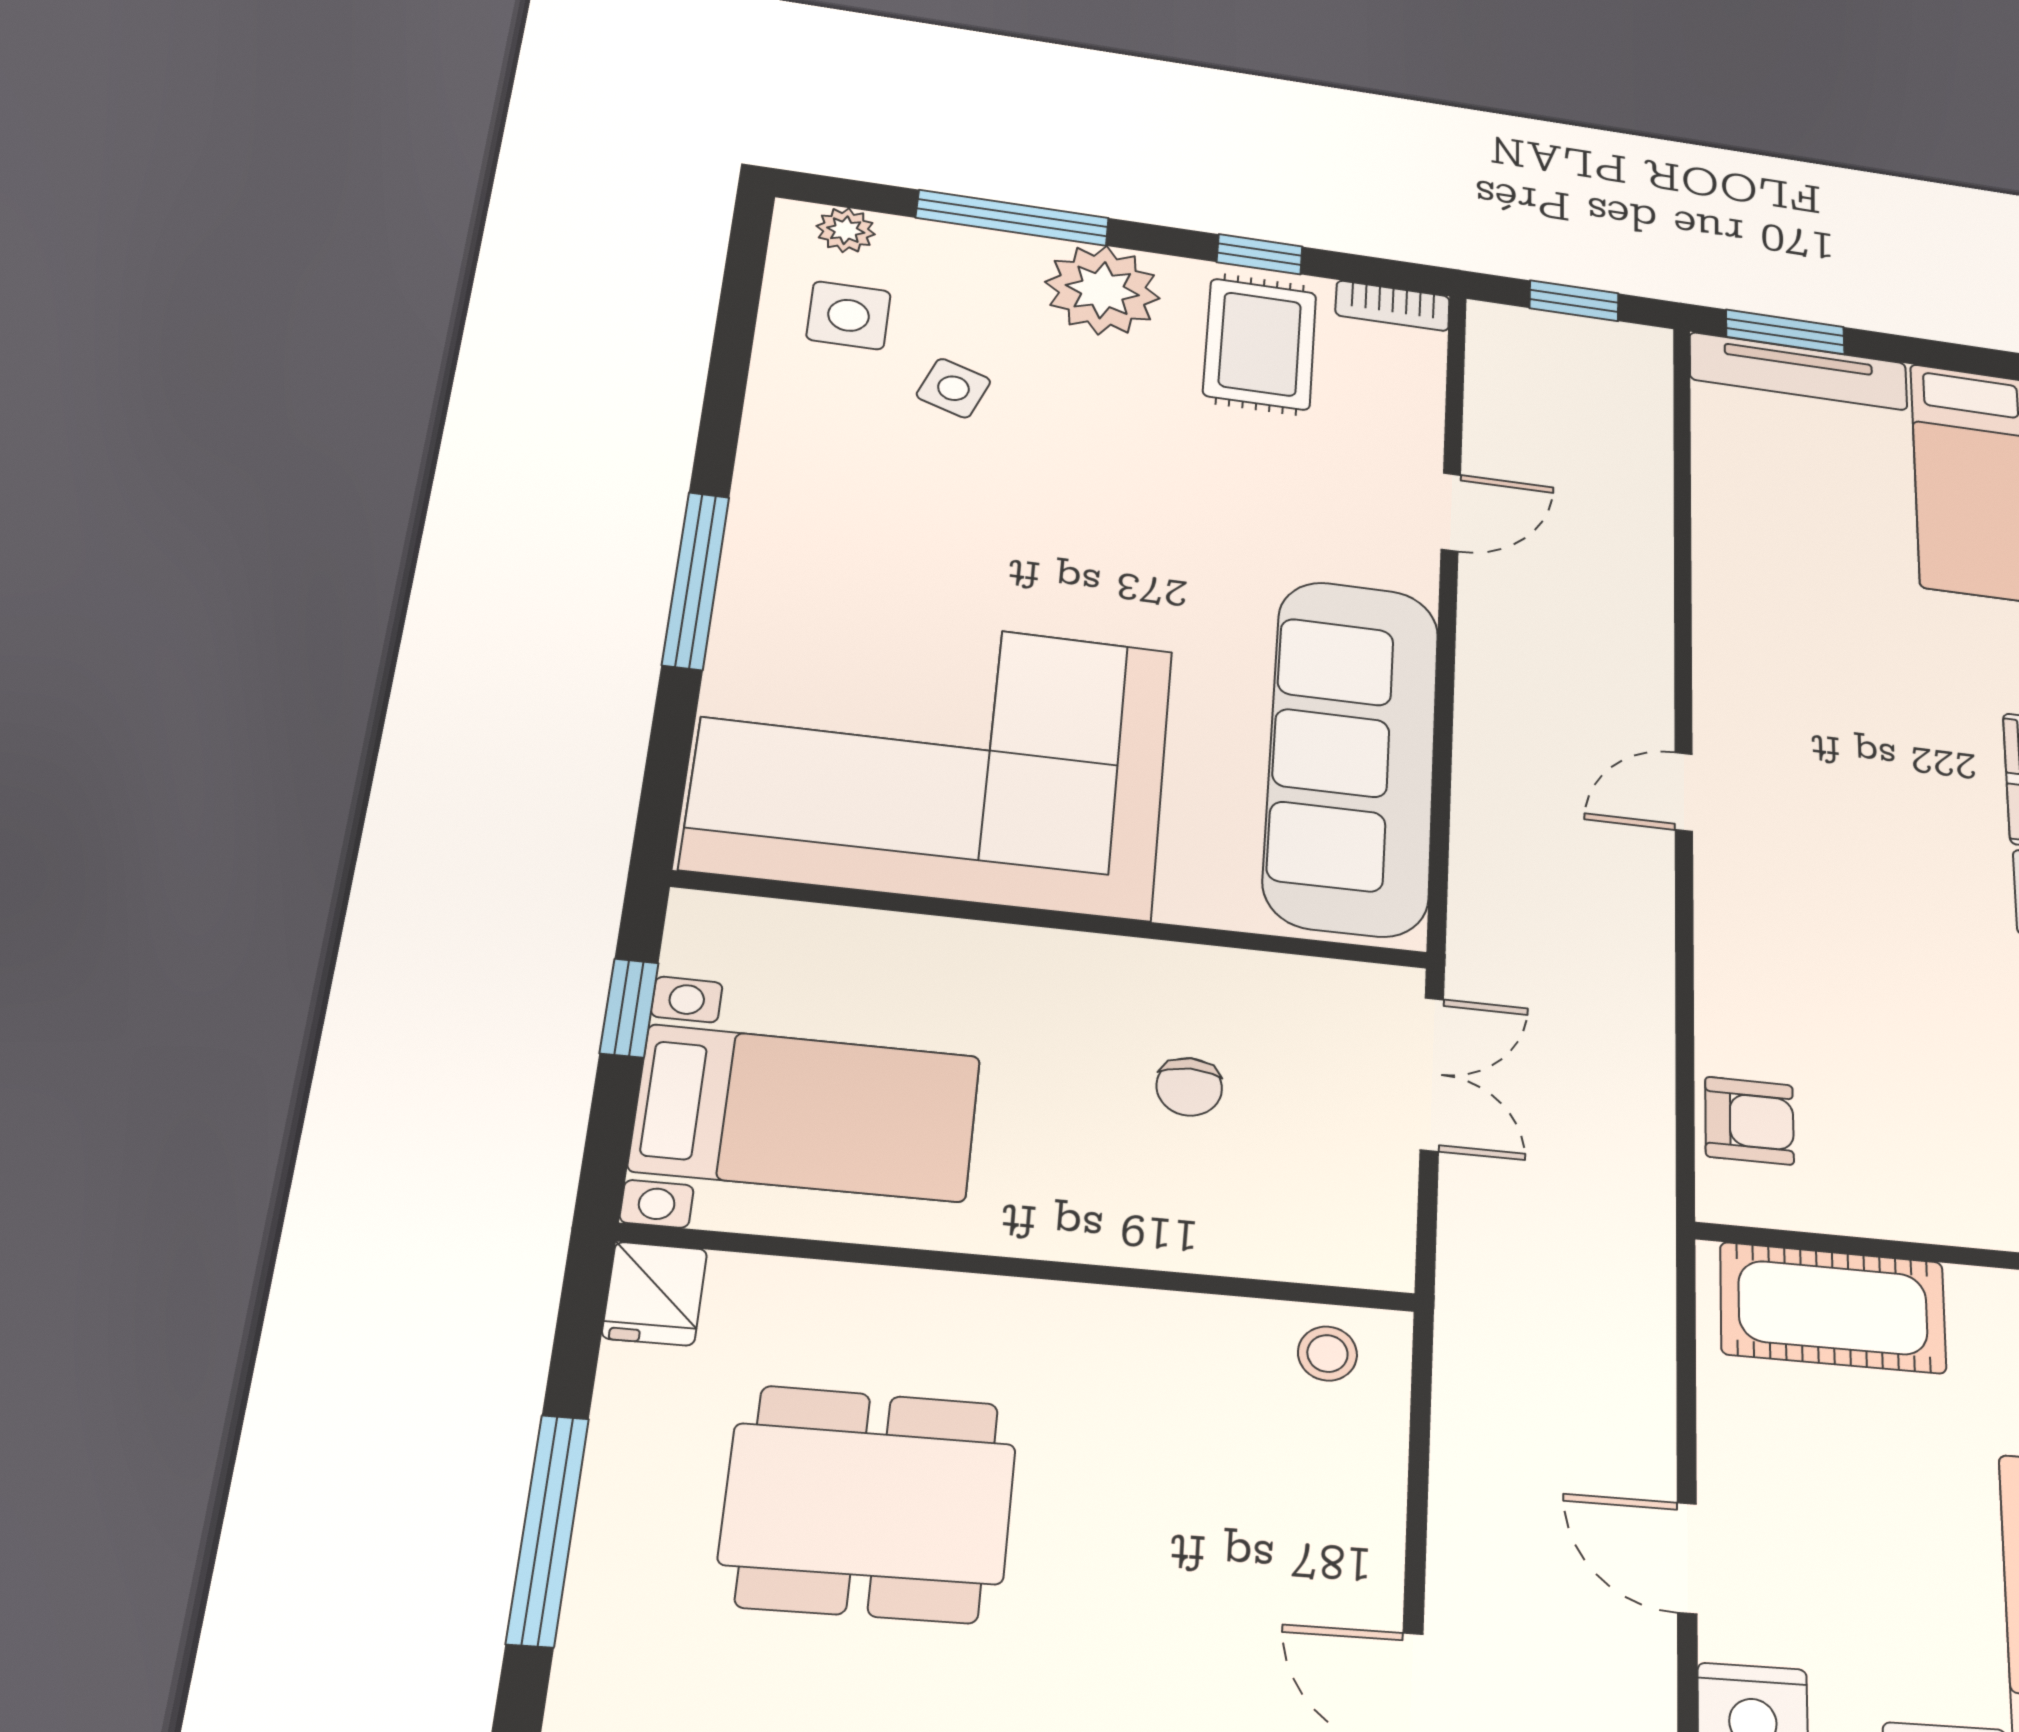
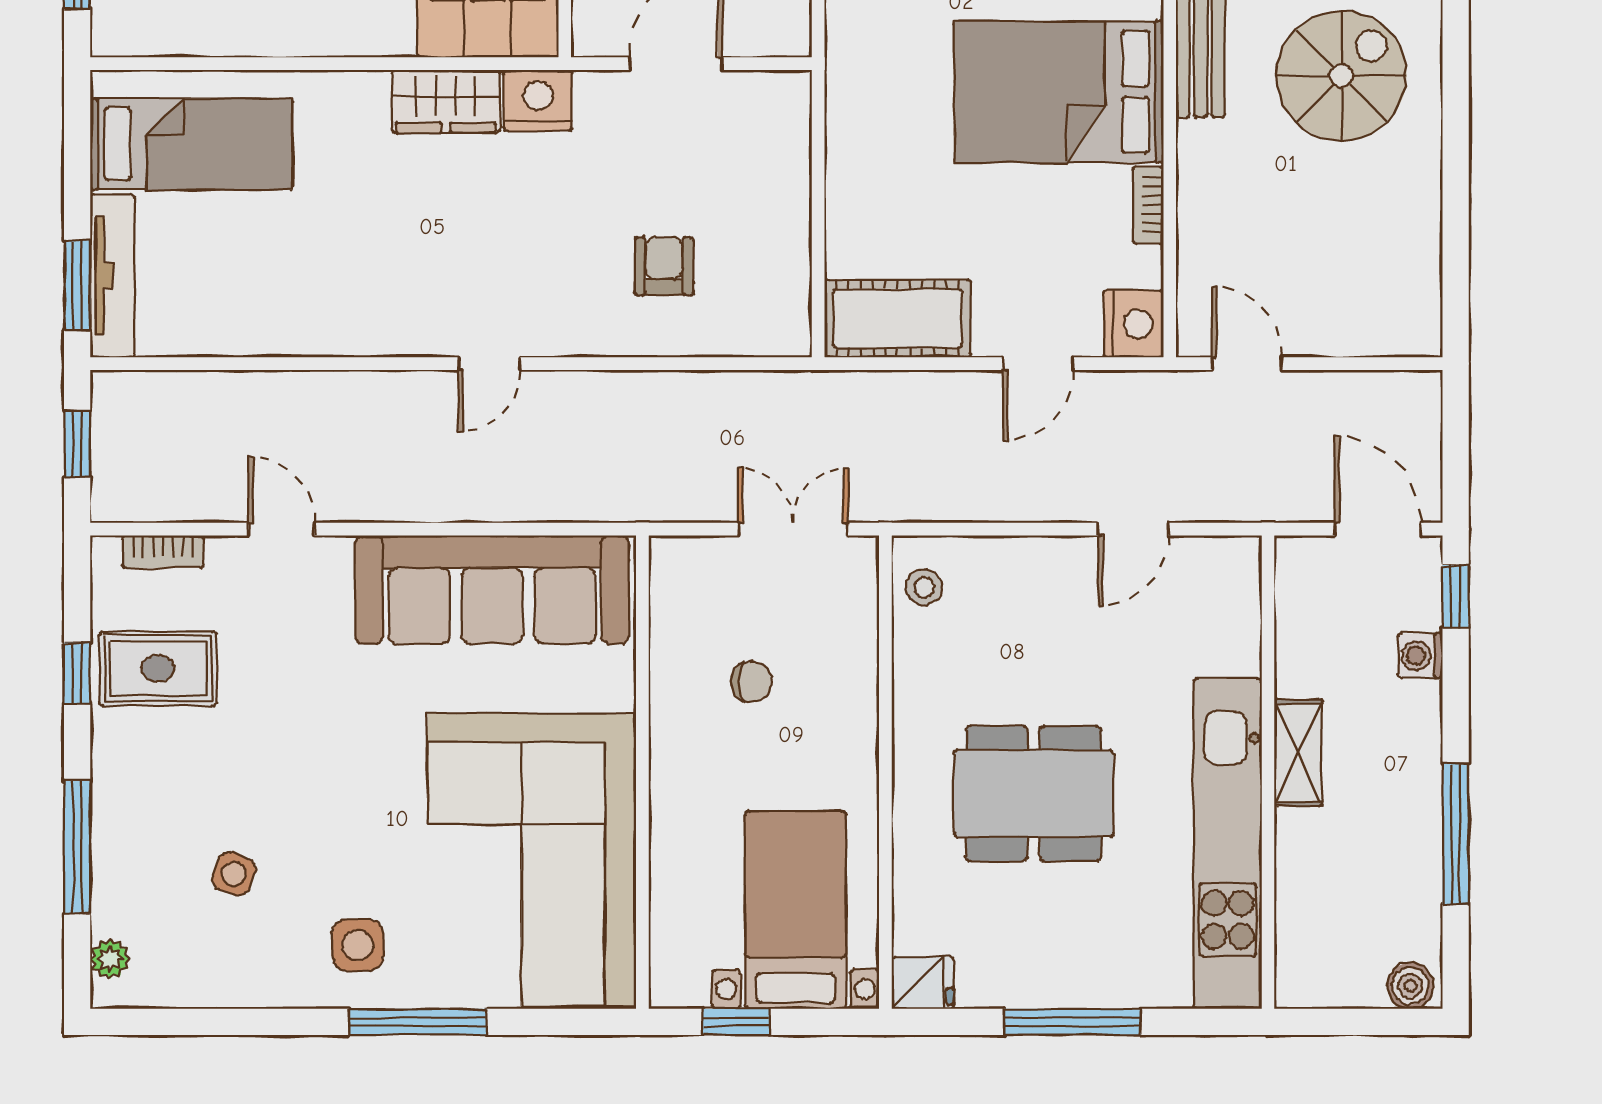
plant: (1102, 290) -> (130, 781), removed
bookcase: (1393, 306) -> (163, 552), moved, turned 90
side table: (849, 315) -> (358, 945), moved
door: (1684, 792) -> (489, 364), hinge flipped
double door: (1432, 1074) -> (793, 529), moved
armchair: (1749, 1121) -> (664, 266), moved
cot: (1833, 1308) -> (898, 318), moved, turned 90
dining table: (869, 1504) -> (1033, 794), moved, turned 90

